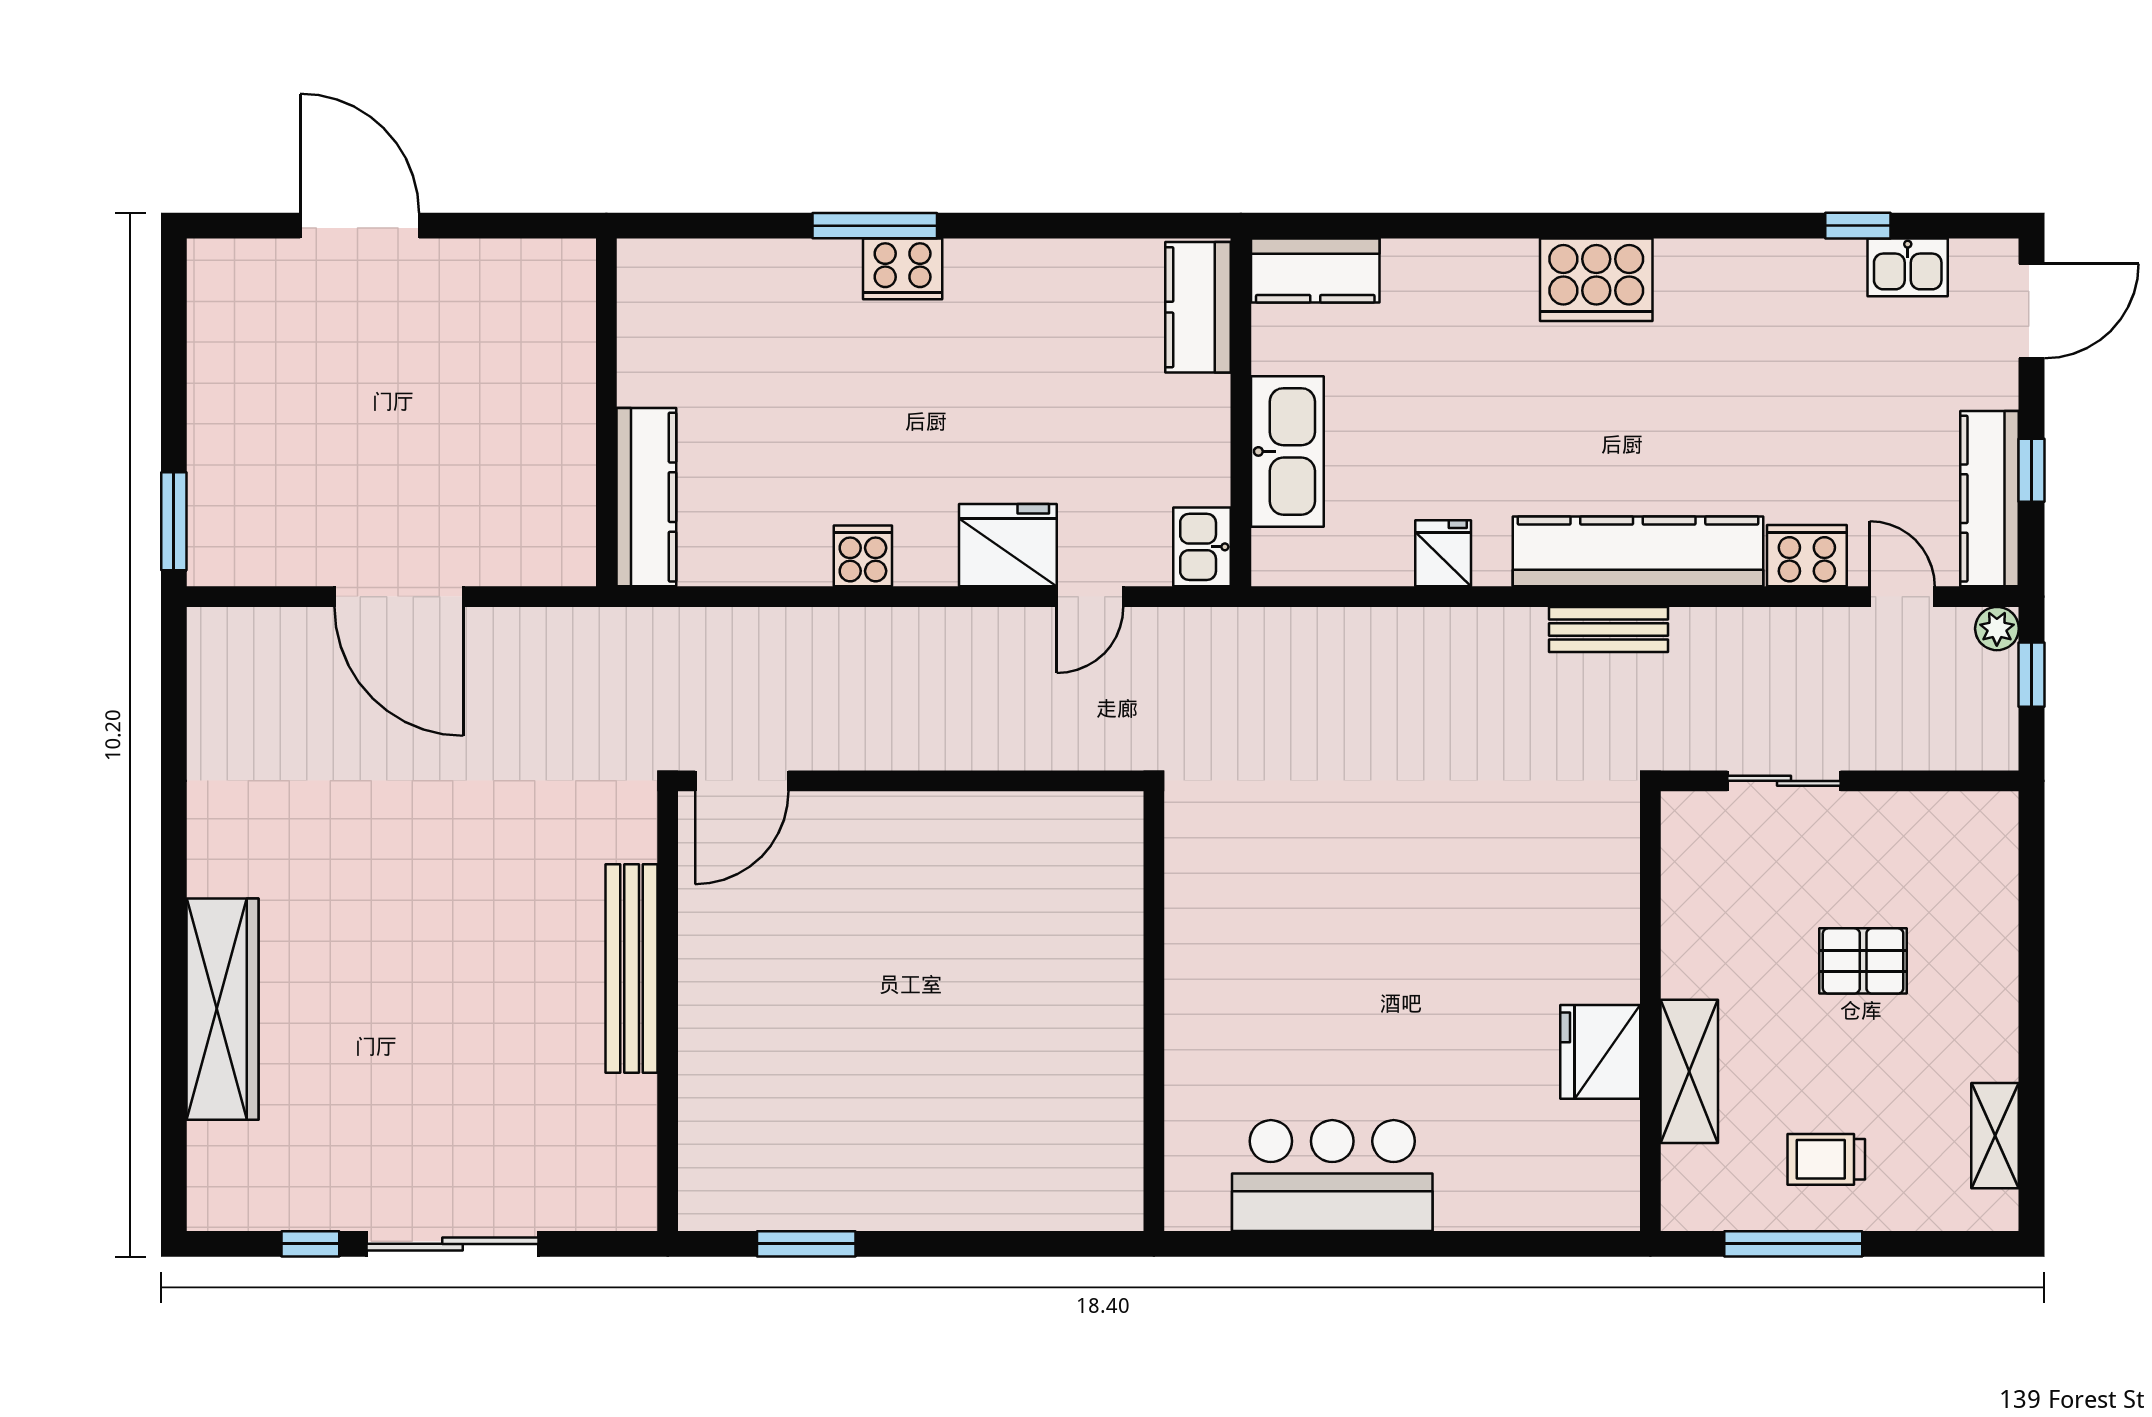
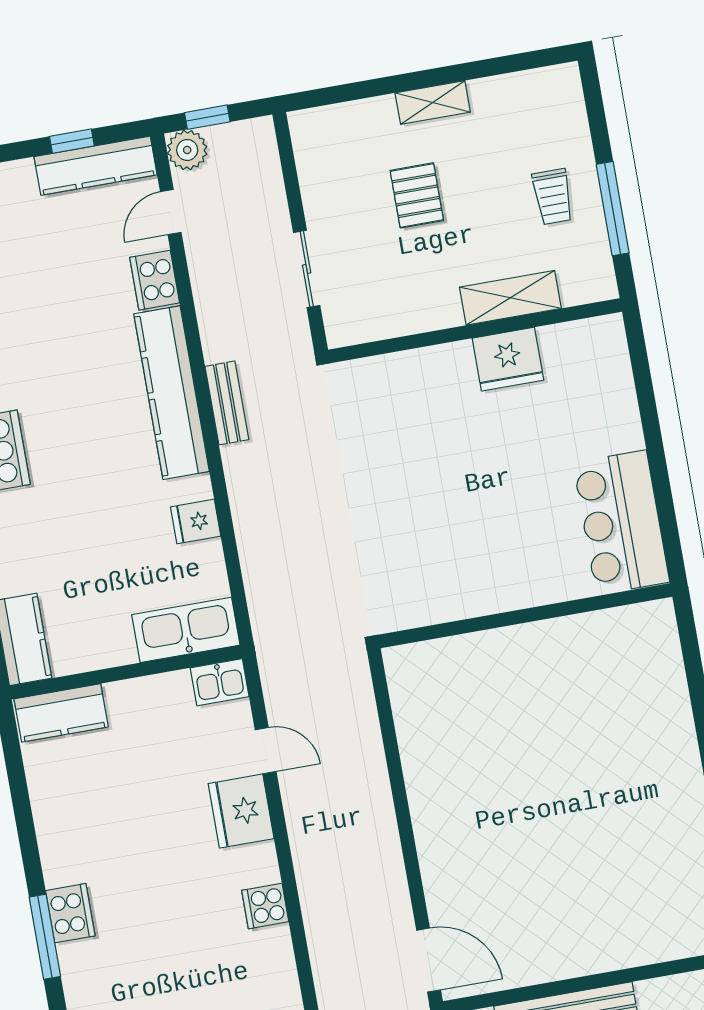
kitchen sink: (1287, 451) -> (186, 630), moved
plant: (1997, 629) -> (187, 150), width x1.38, depth x1.38
wall: (1154, 1011) -> (525, 616), moved
shelving: (1995, 1136) -> (433, 102), moved

